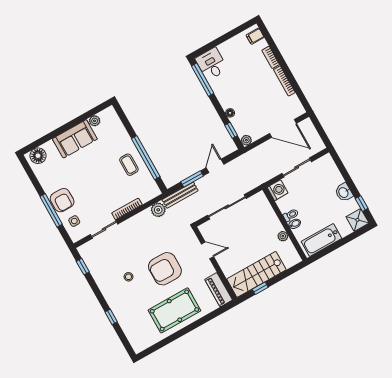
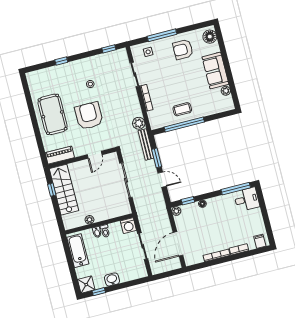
armchair: (62, 200) -> (183, 49), moved

